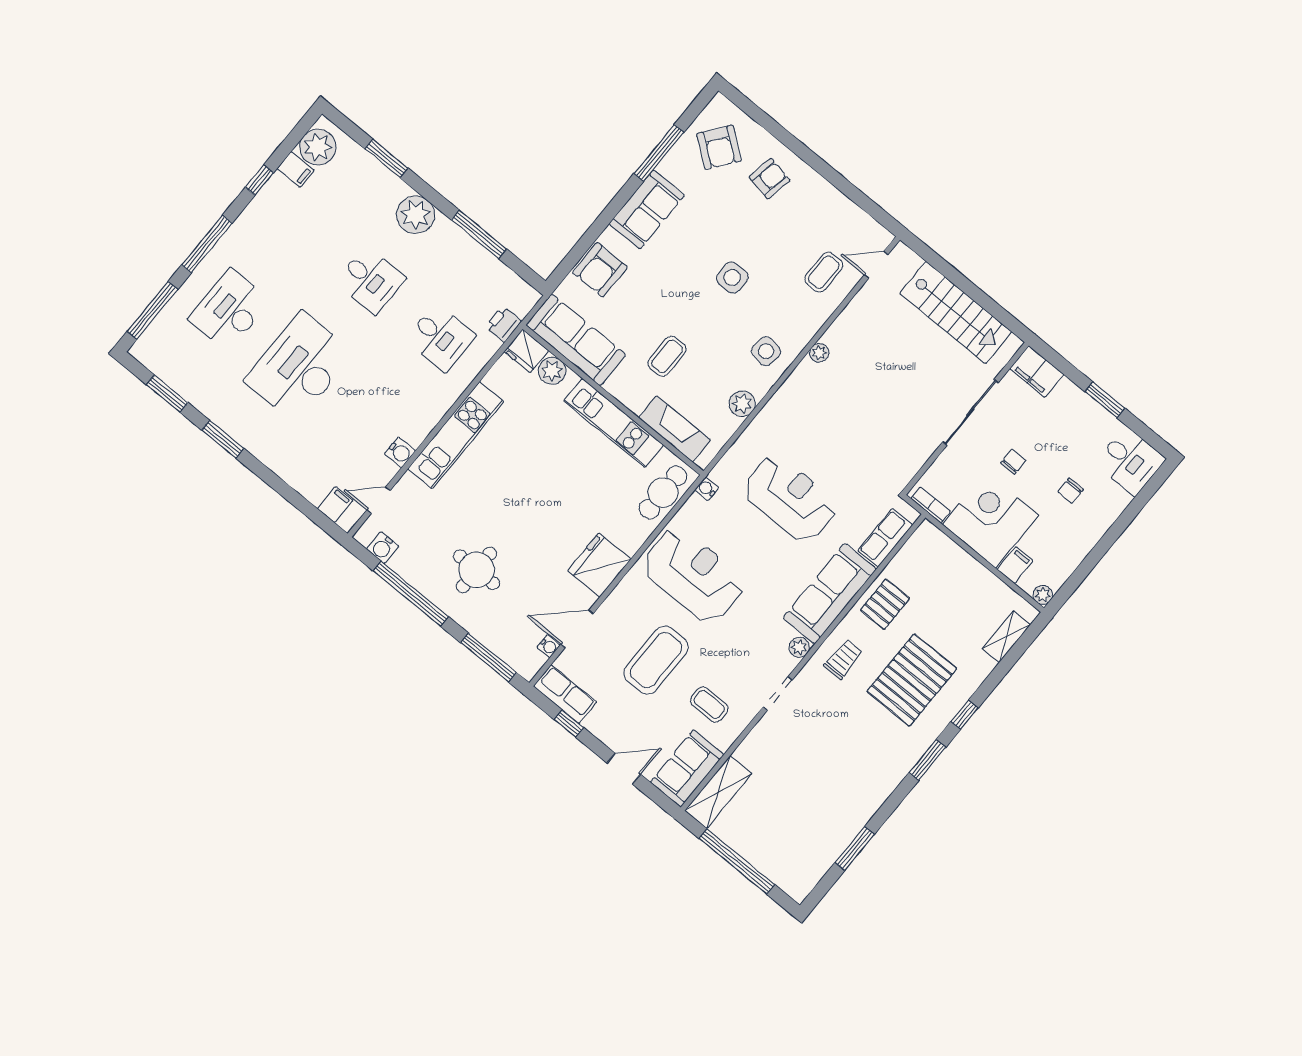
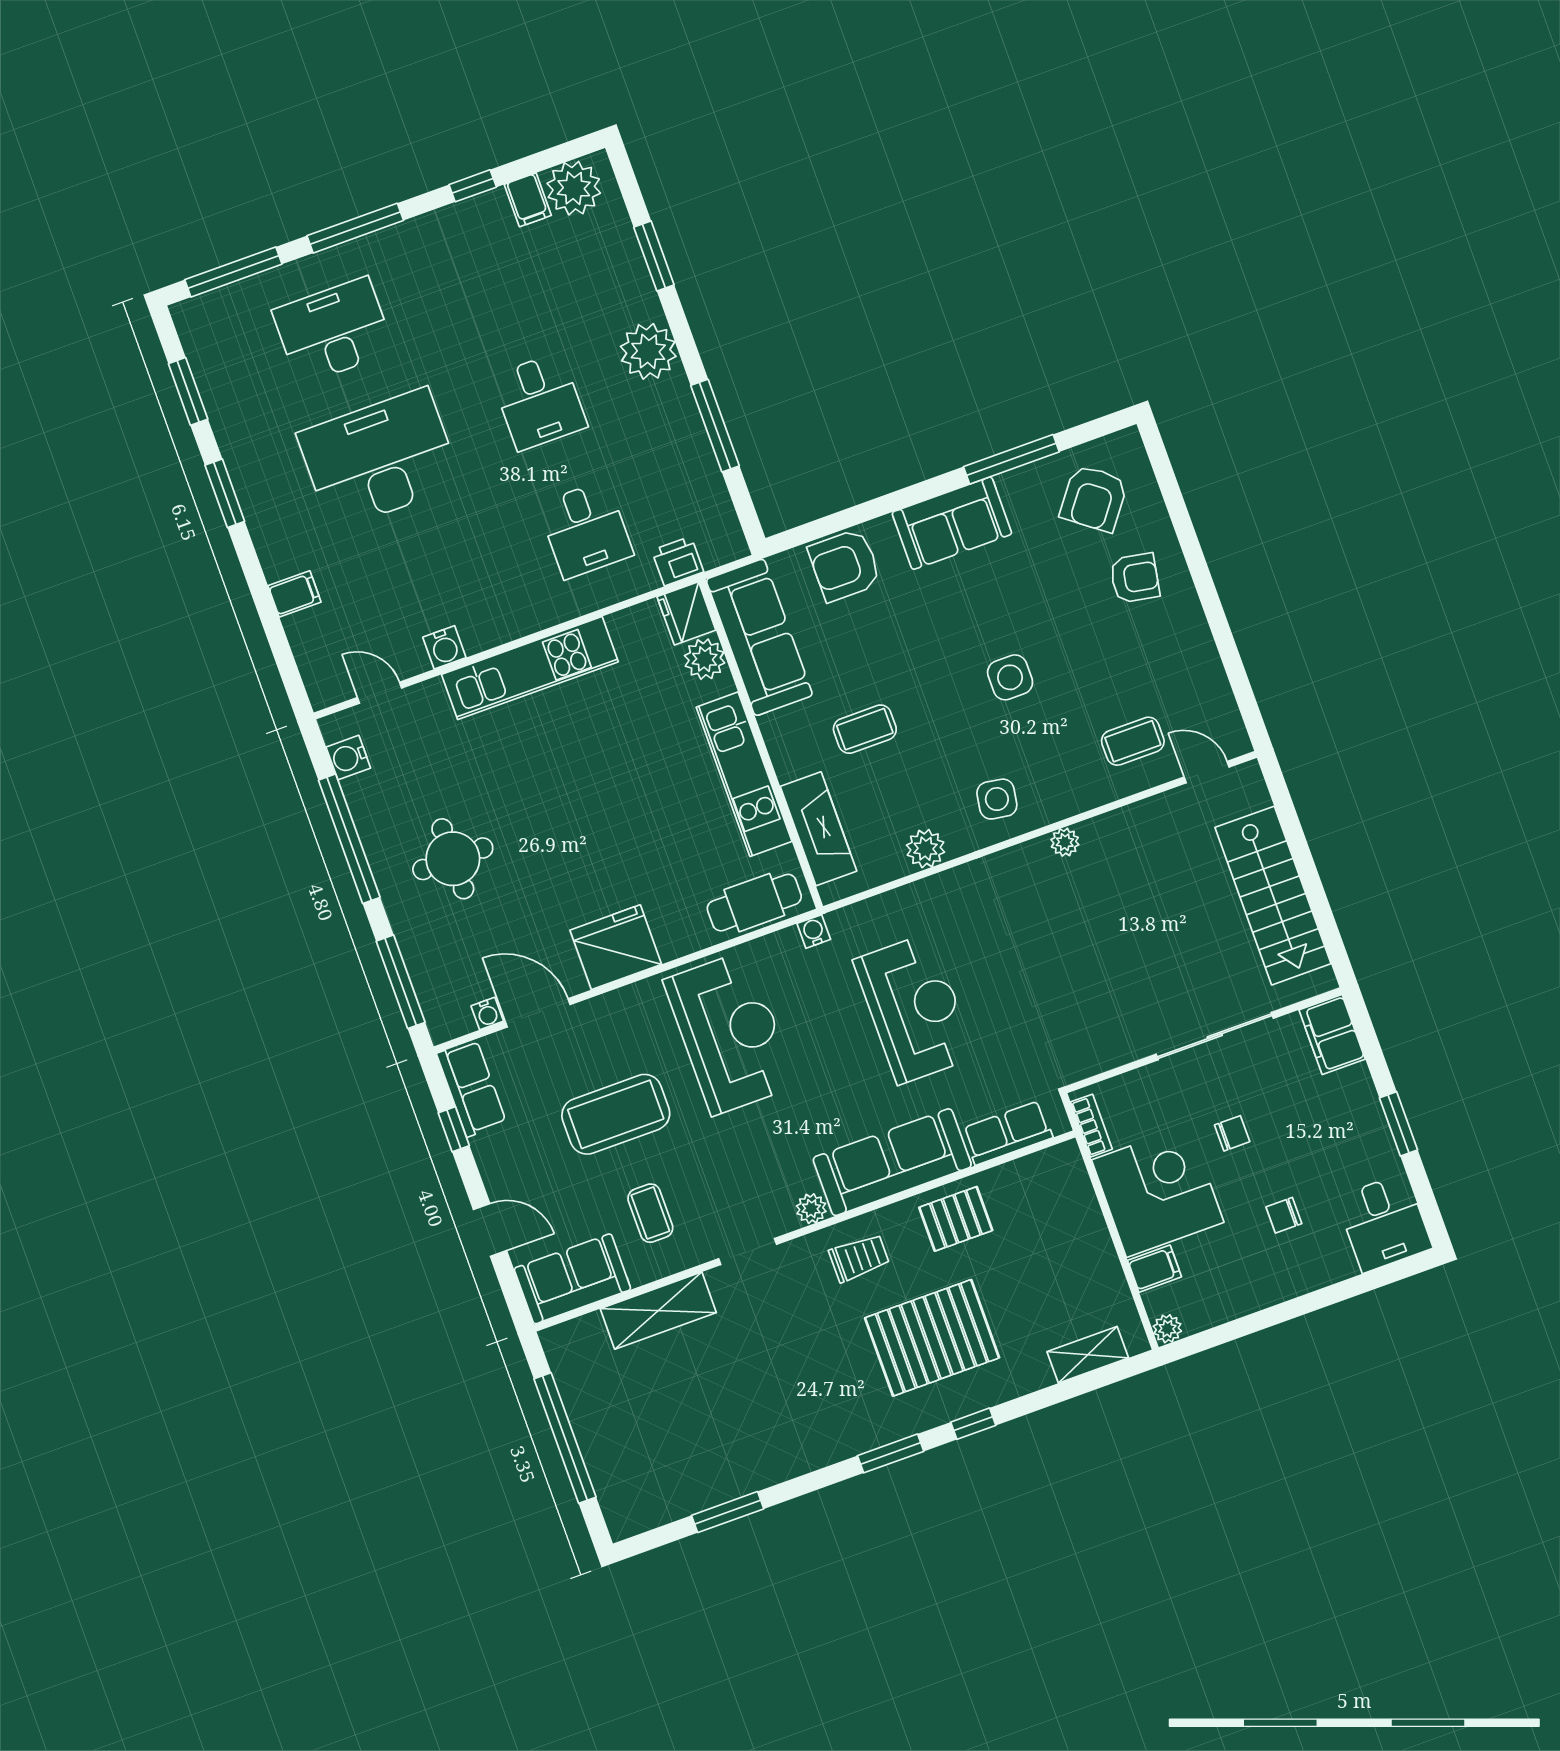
filing cabinet: (335, 504) -> (295, 594), moved
shelving: (718, 792) -> (658, 1311), moved

